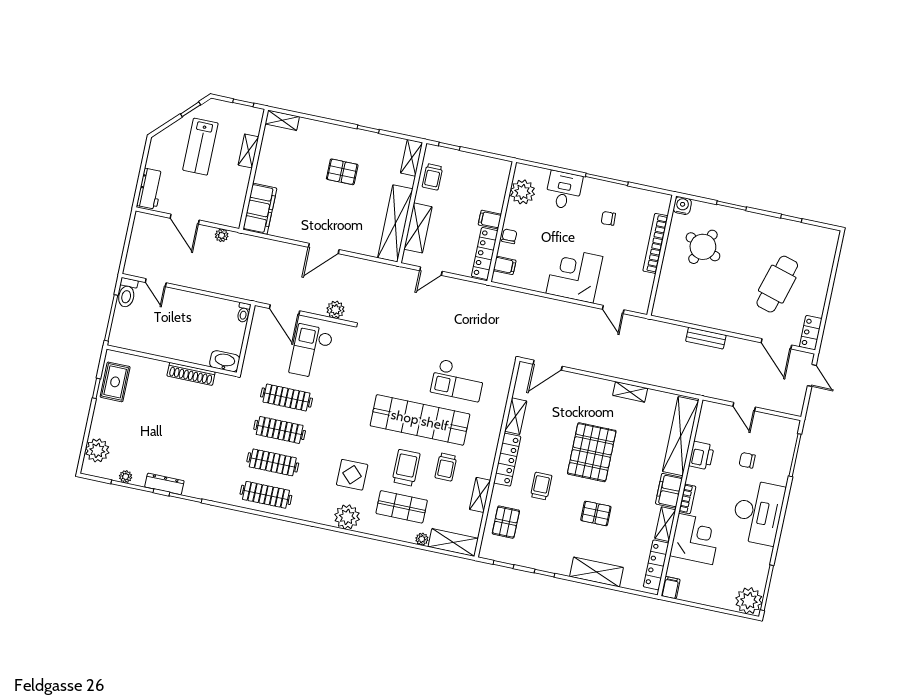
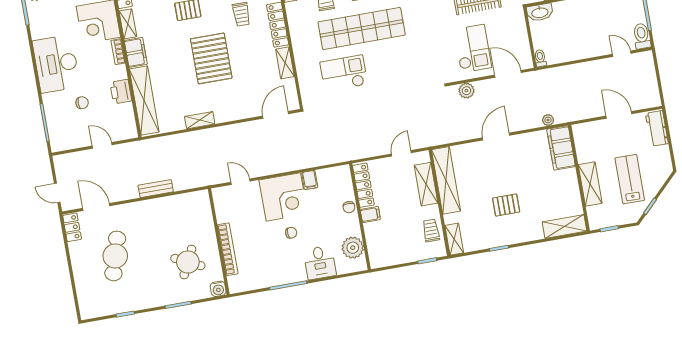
shelving: (282, 120) -> (564, 227), width x1.50, depth x1.33
shelving: (248, 151) -> (590, 184), width x1.50, depth x1.33
chair: (608, 218) -> (291, 233), moved
plant: (222, 235) -> (548, 120), moved
filing cabinet: (505, 265) -> (310, 180), moved, turned -90

